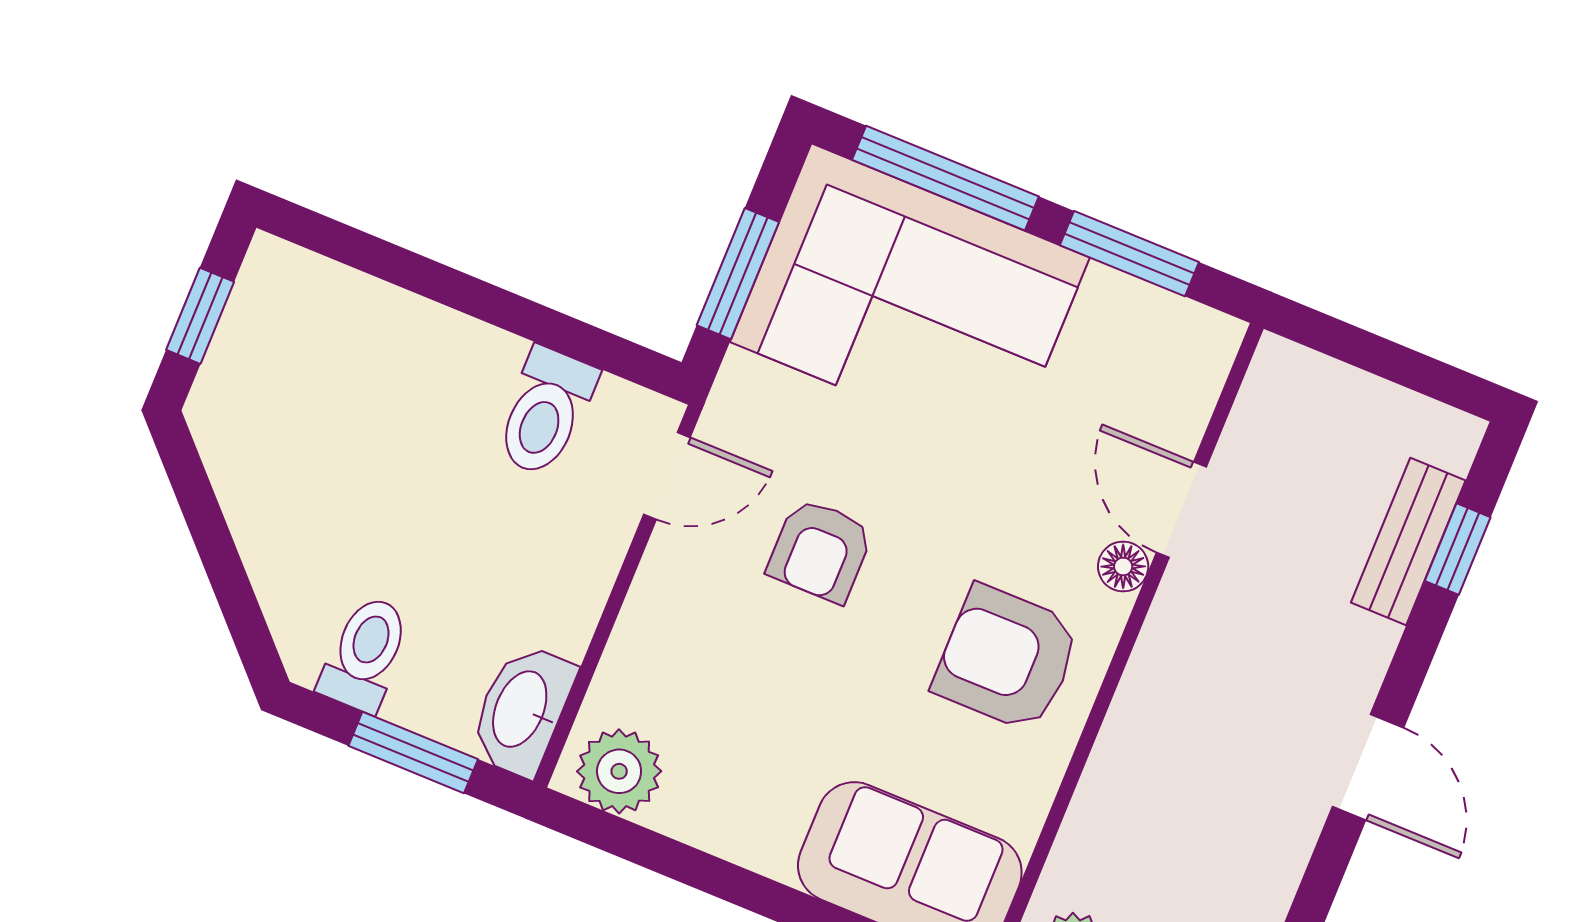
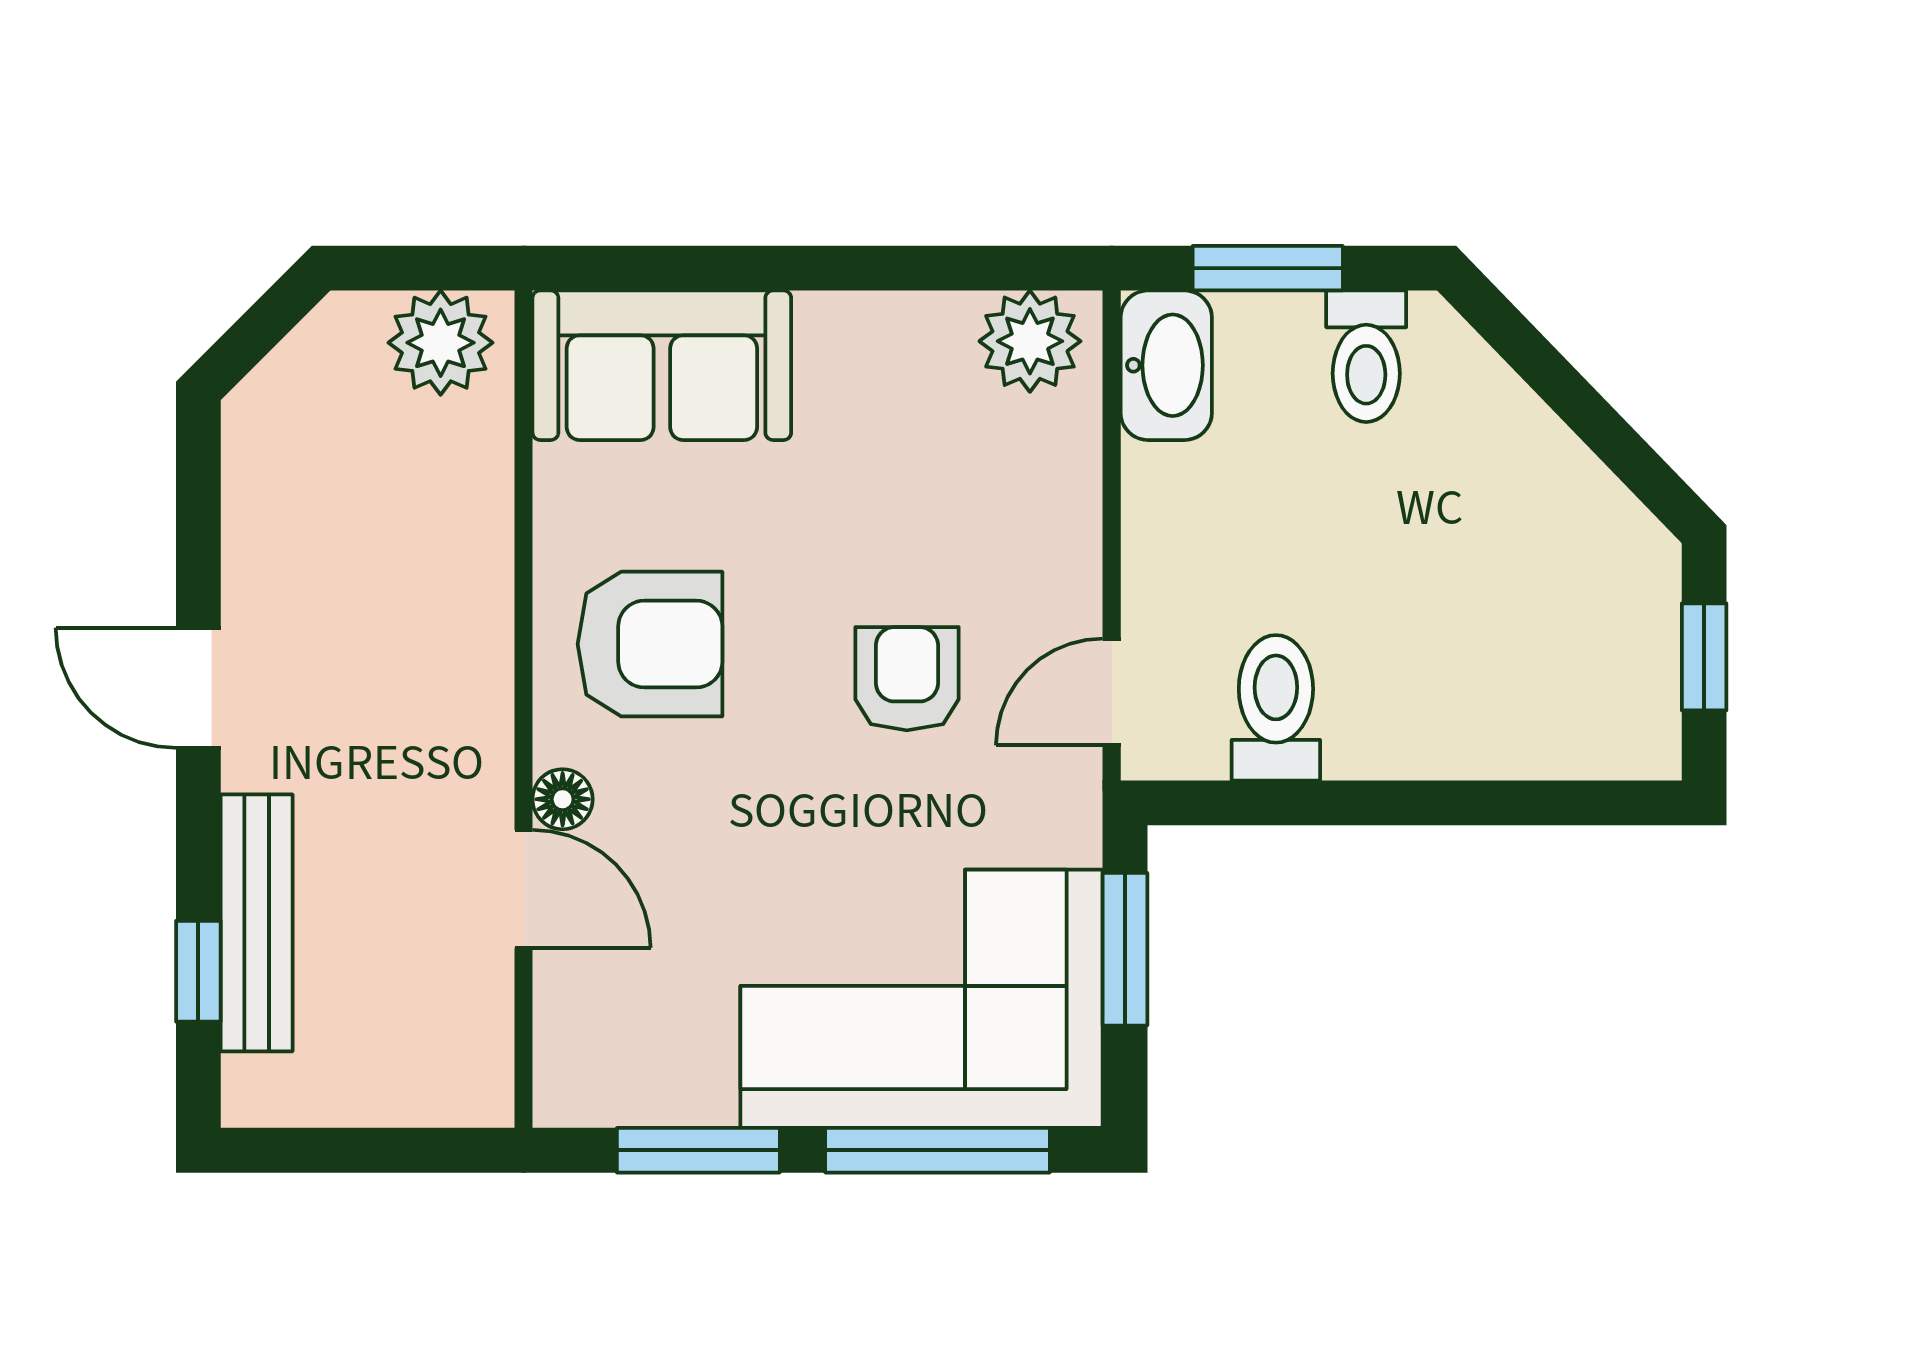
bench: (1408, 542) -> (257, 923), width x1.36

